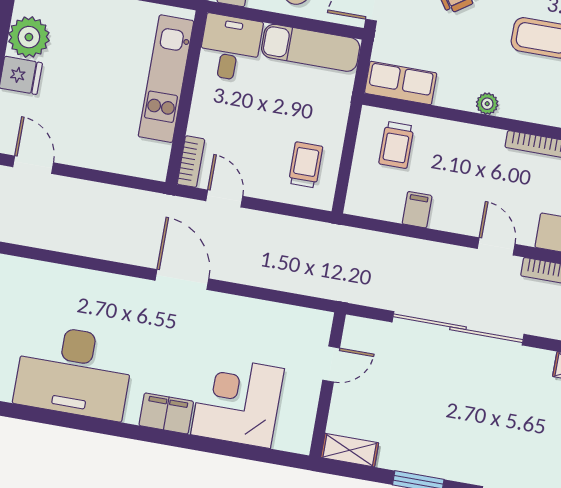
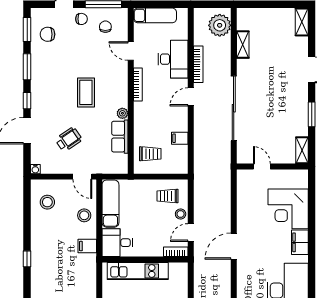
row of seats: (401, 83) -> (120, 137), moved
stool: (265, 184) -> (181, 214), added

